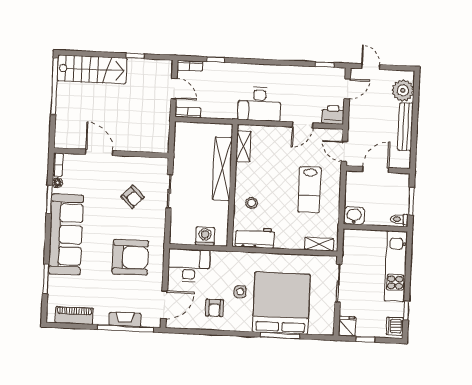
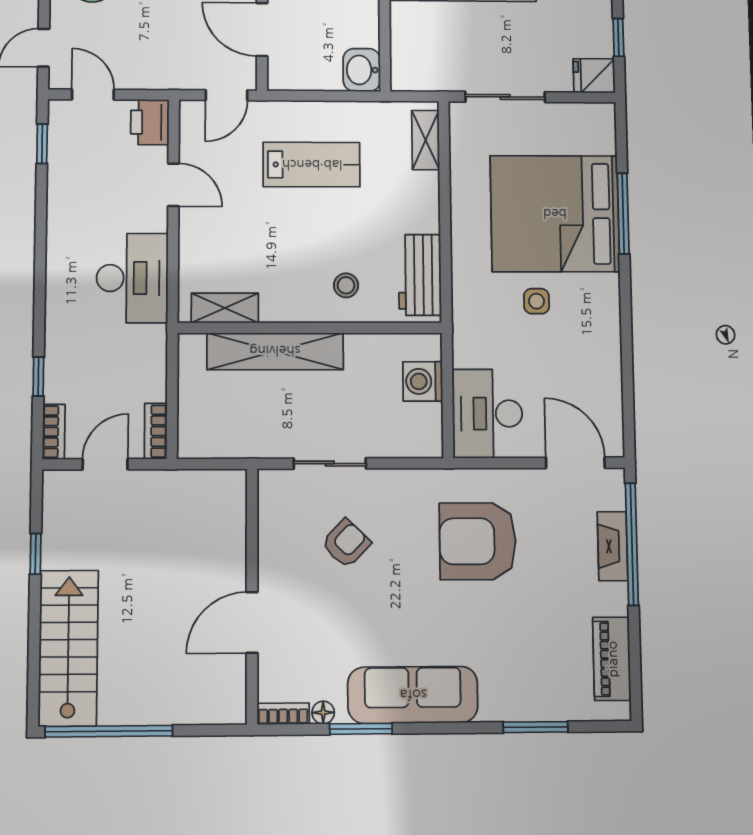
sofa: (66, 234) -> (413, 695), width x0.74, depth x0.79
armchair: (130, 257) -> (478, 541), turned -90
armchair: (214, 308) -> (574, 354), removed

